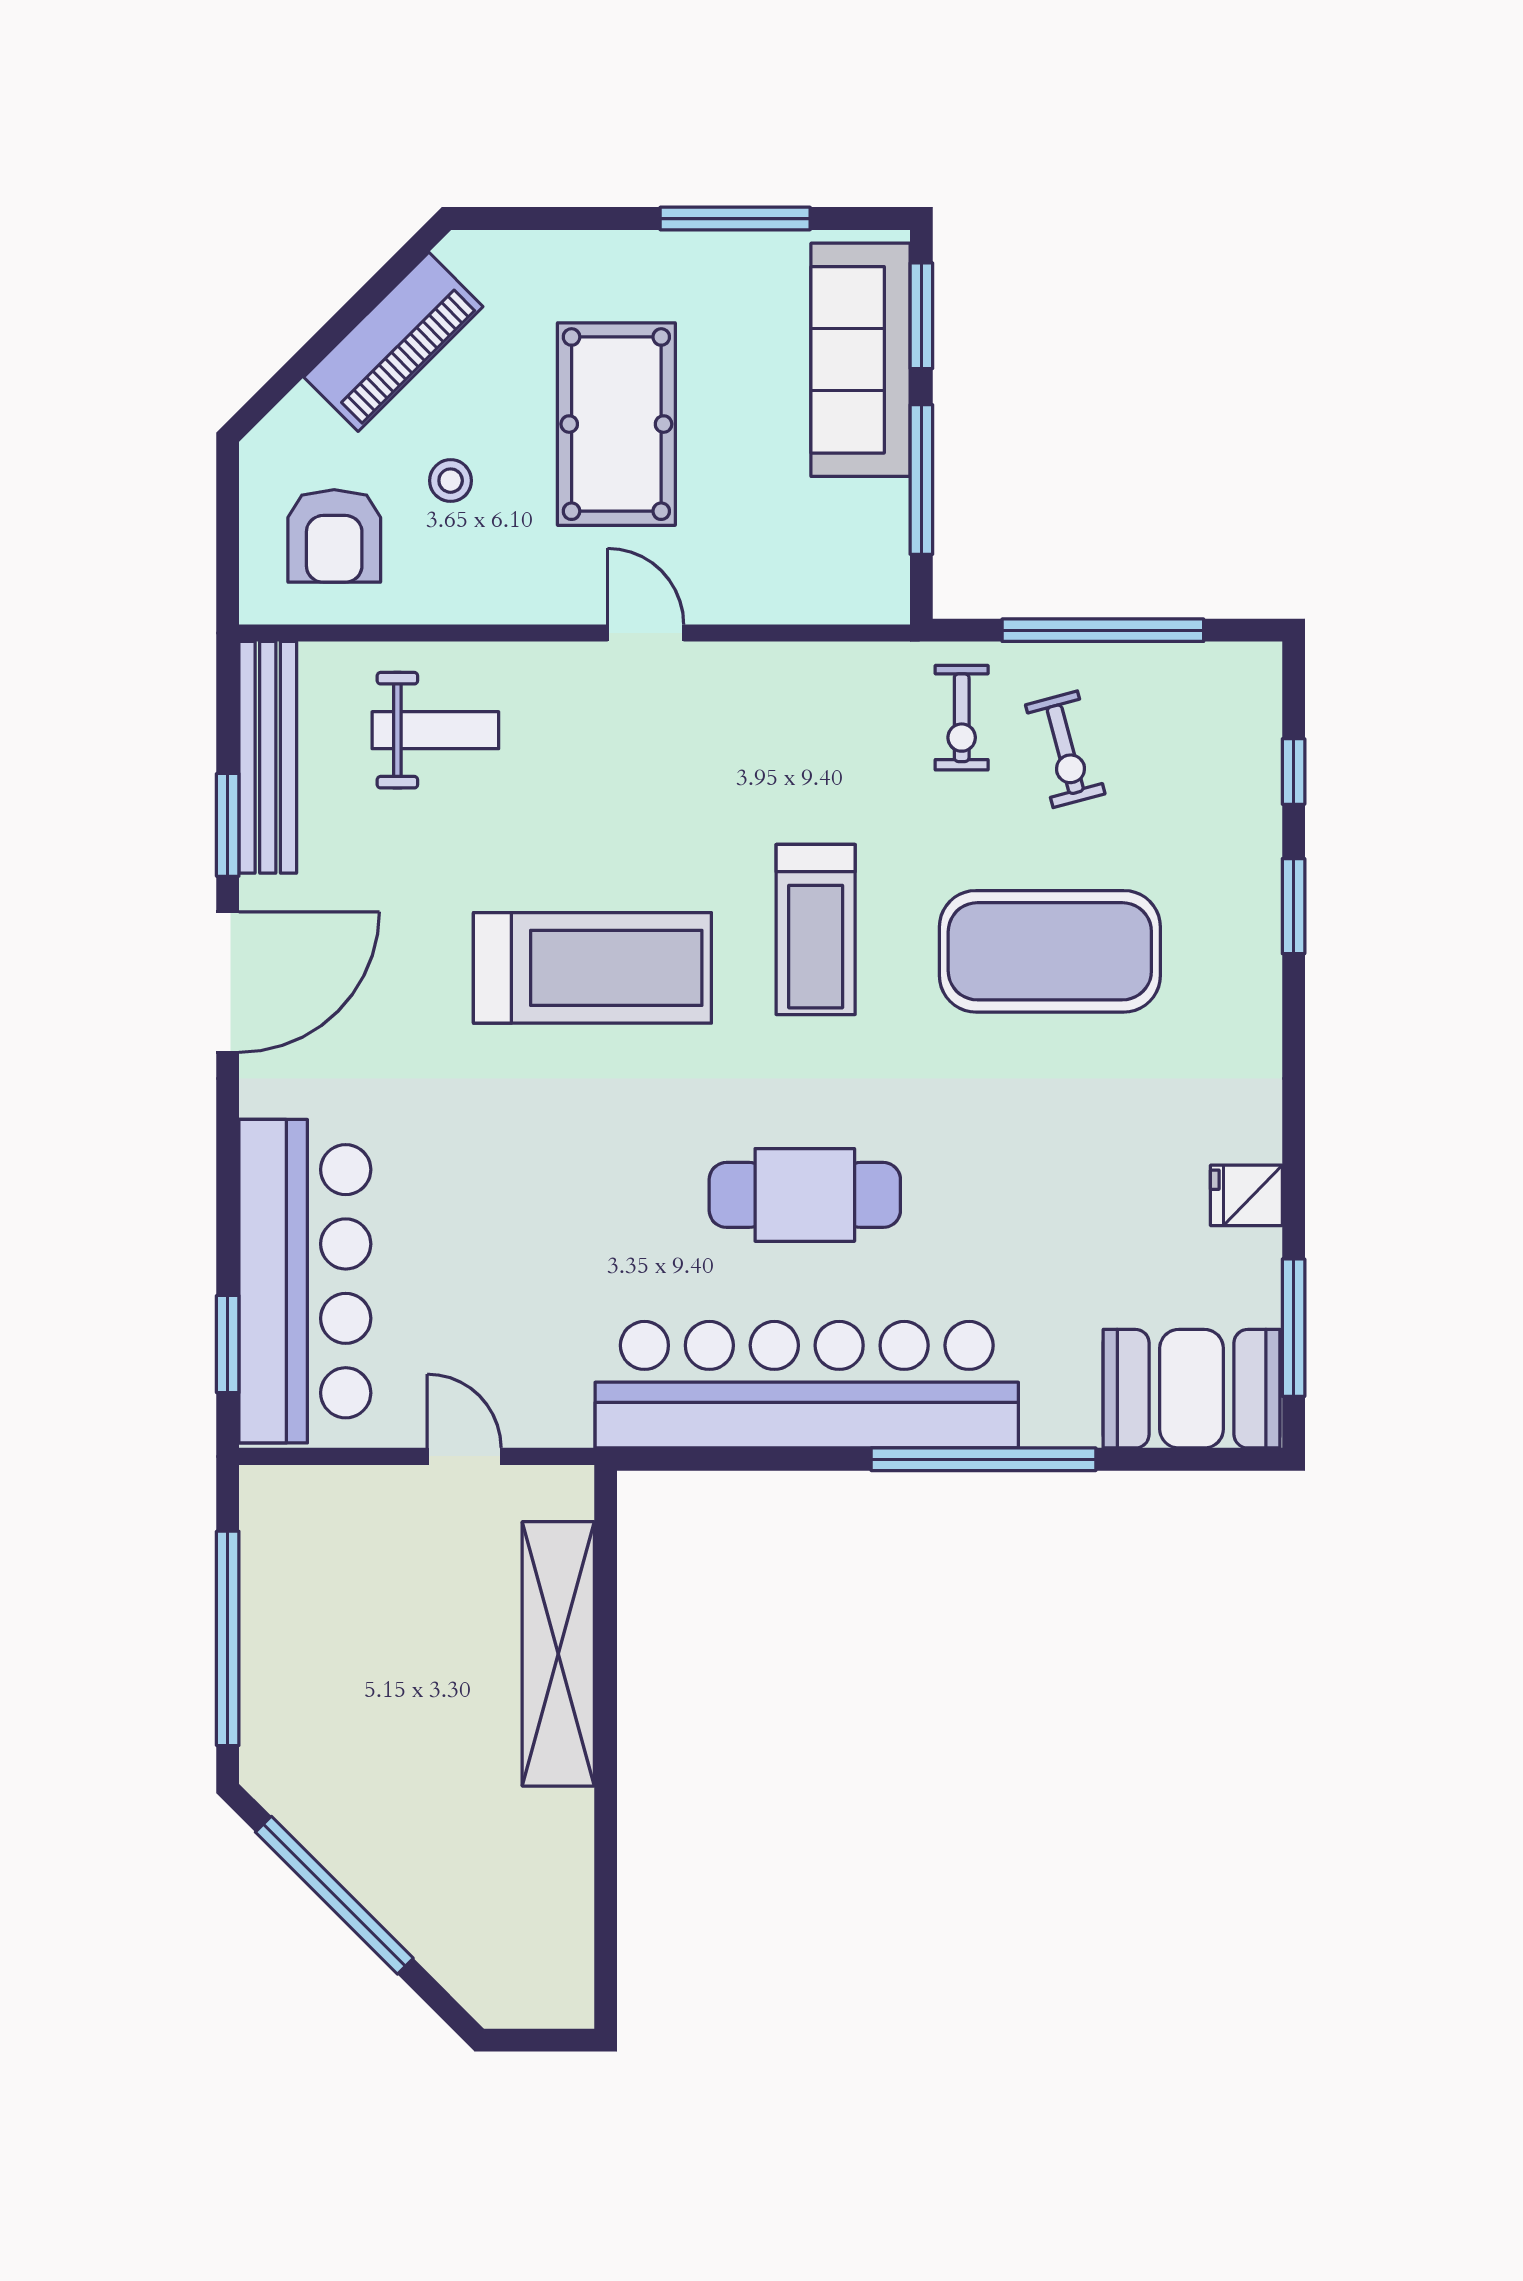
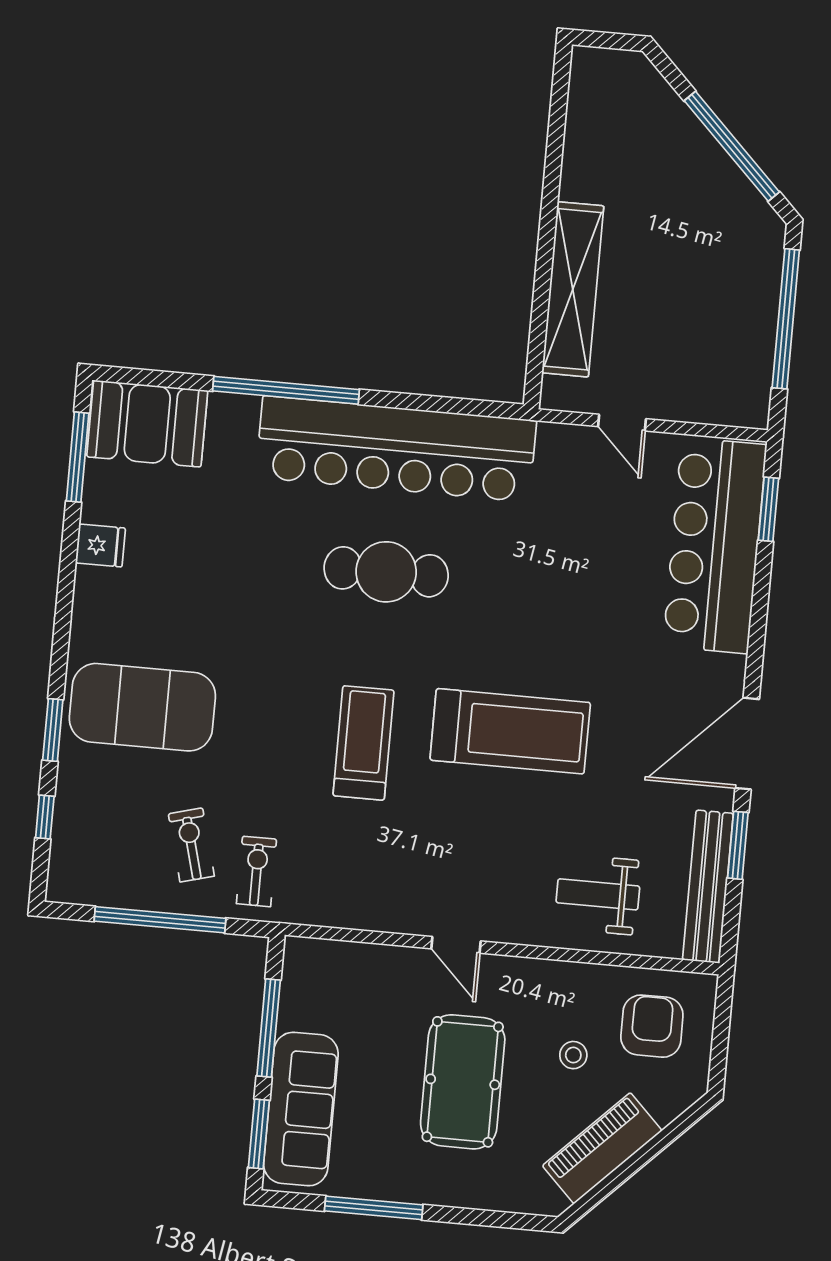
exercise mat: (1050, 951) -> (142, 707), moved
treadmill: (592, 968) -> (510, 731), turned 180

